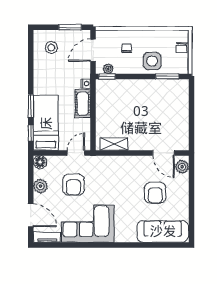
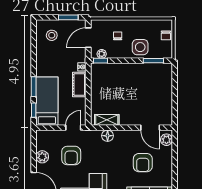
floor lamp: (40, 162) -> (108, 136), moved

